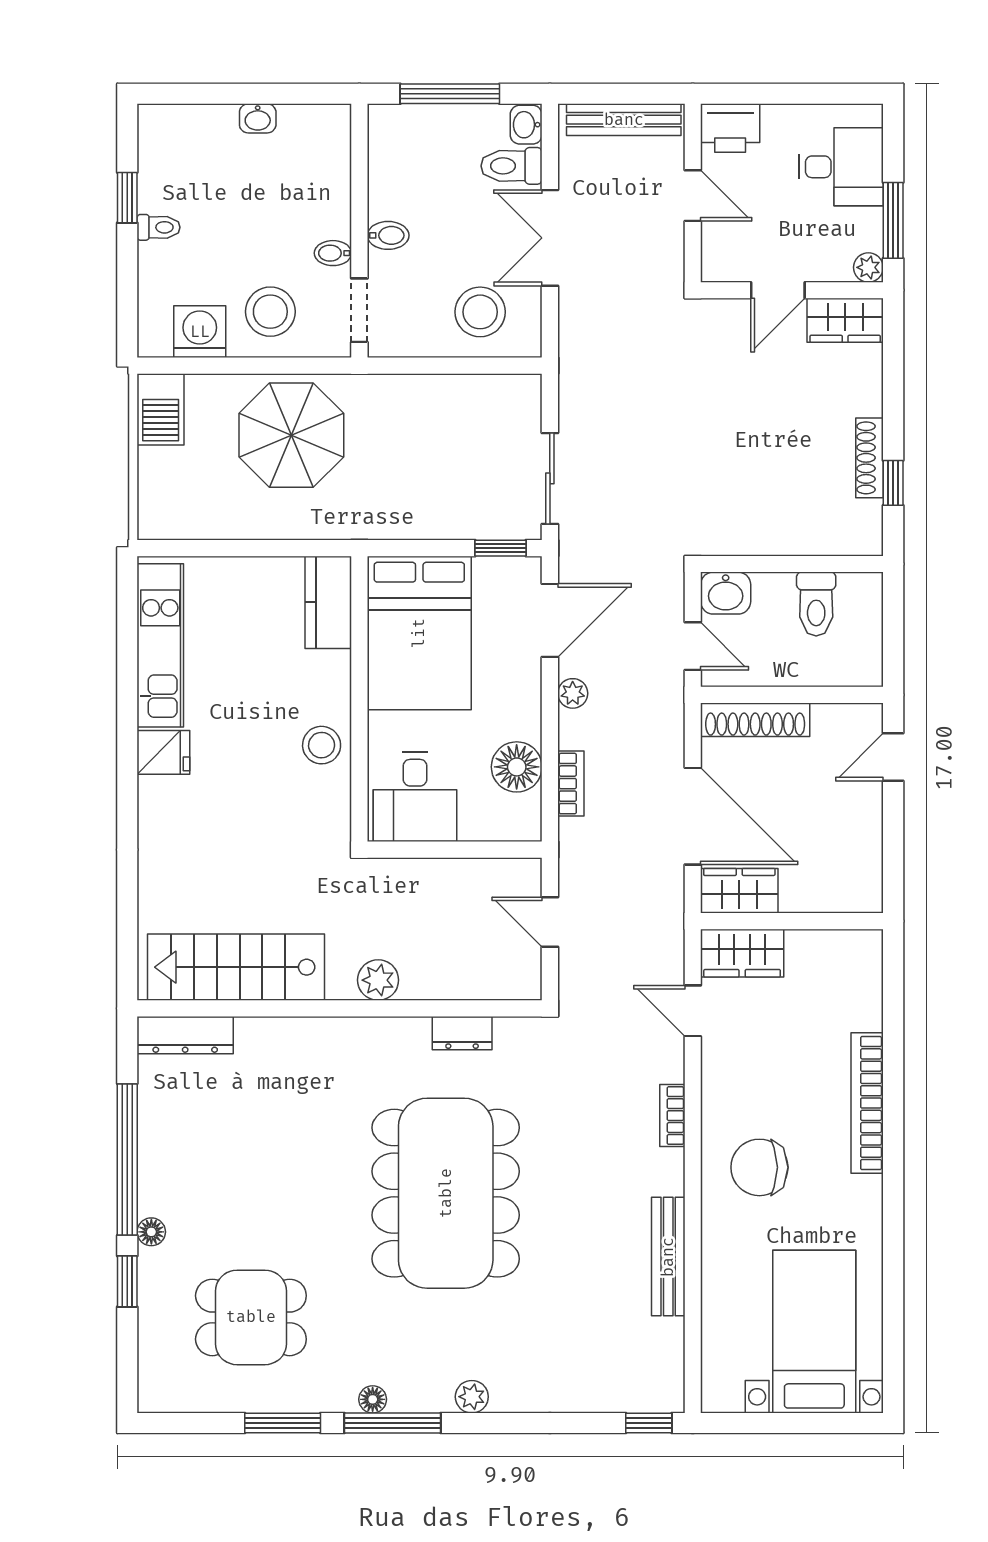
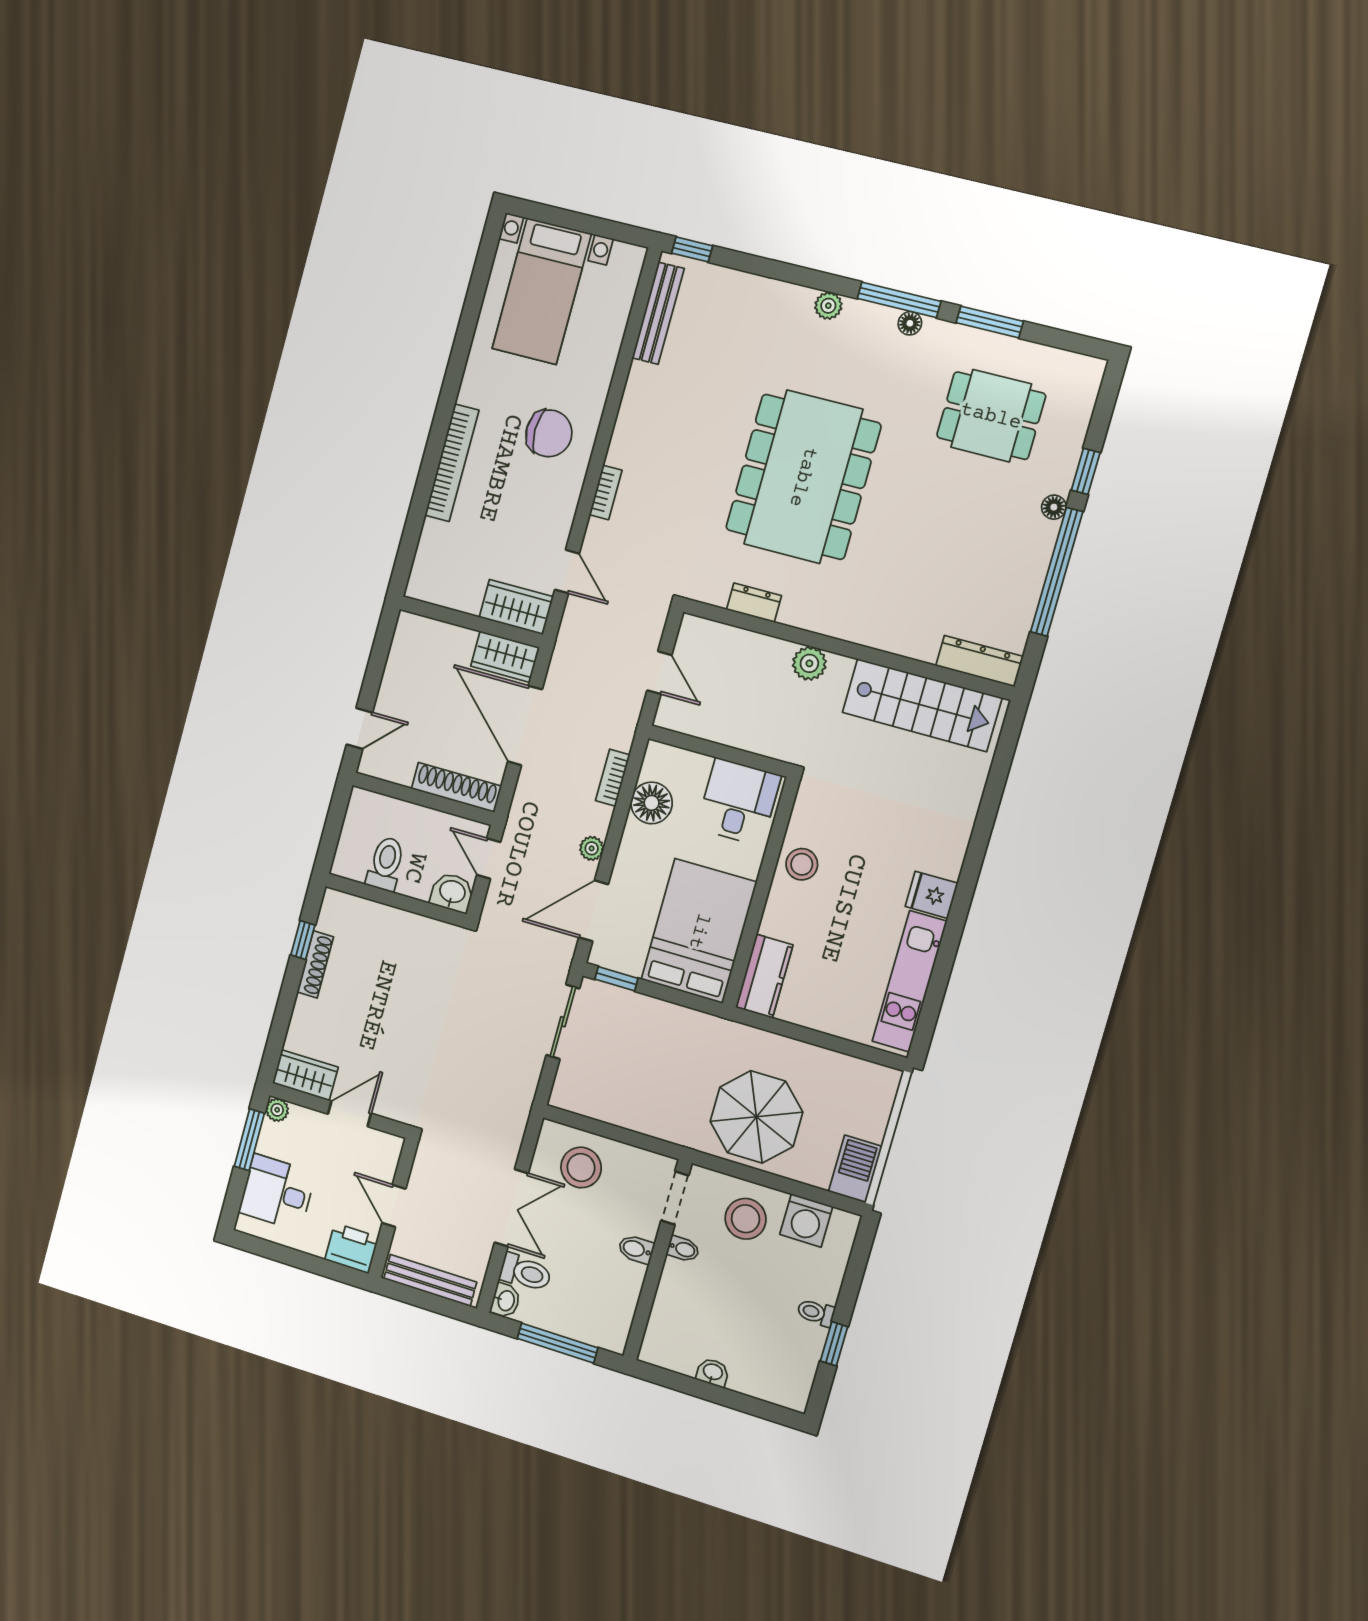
bench: (668, 1257) -> (658, 313), moved

